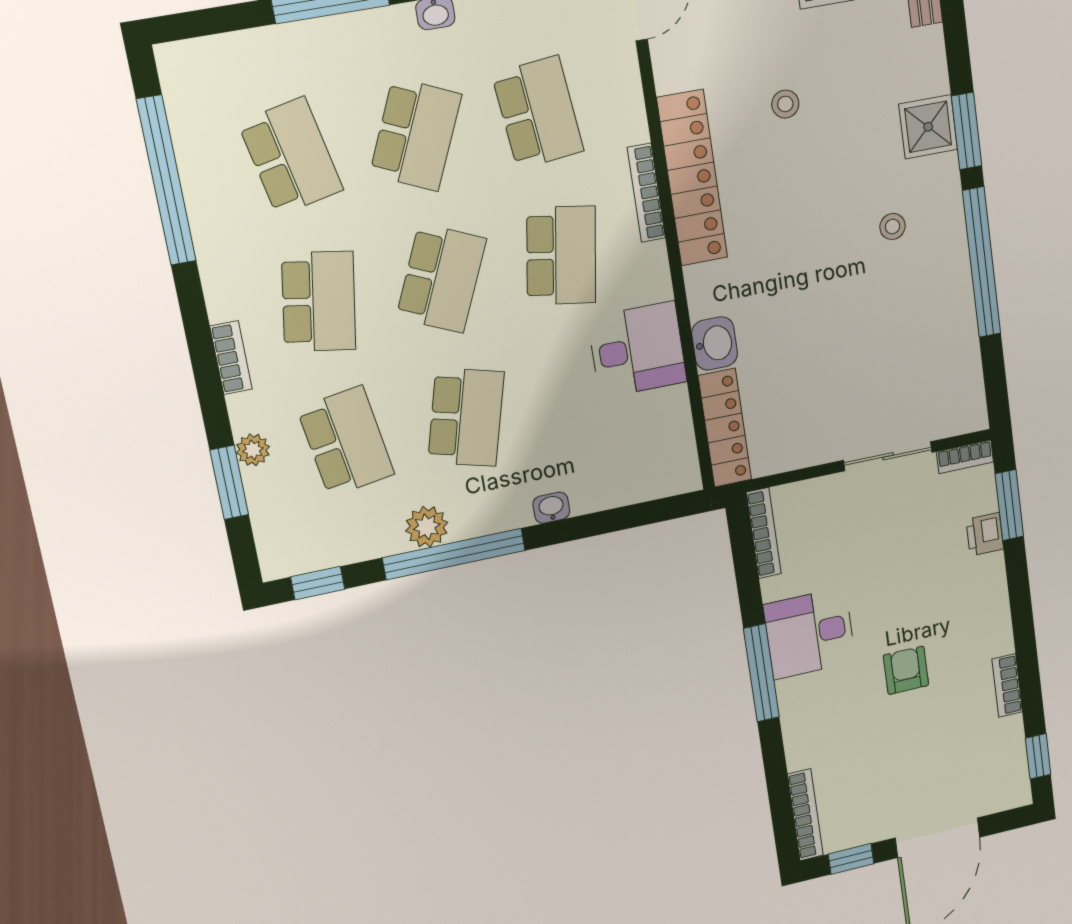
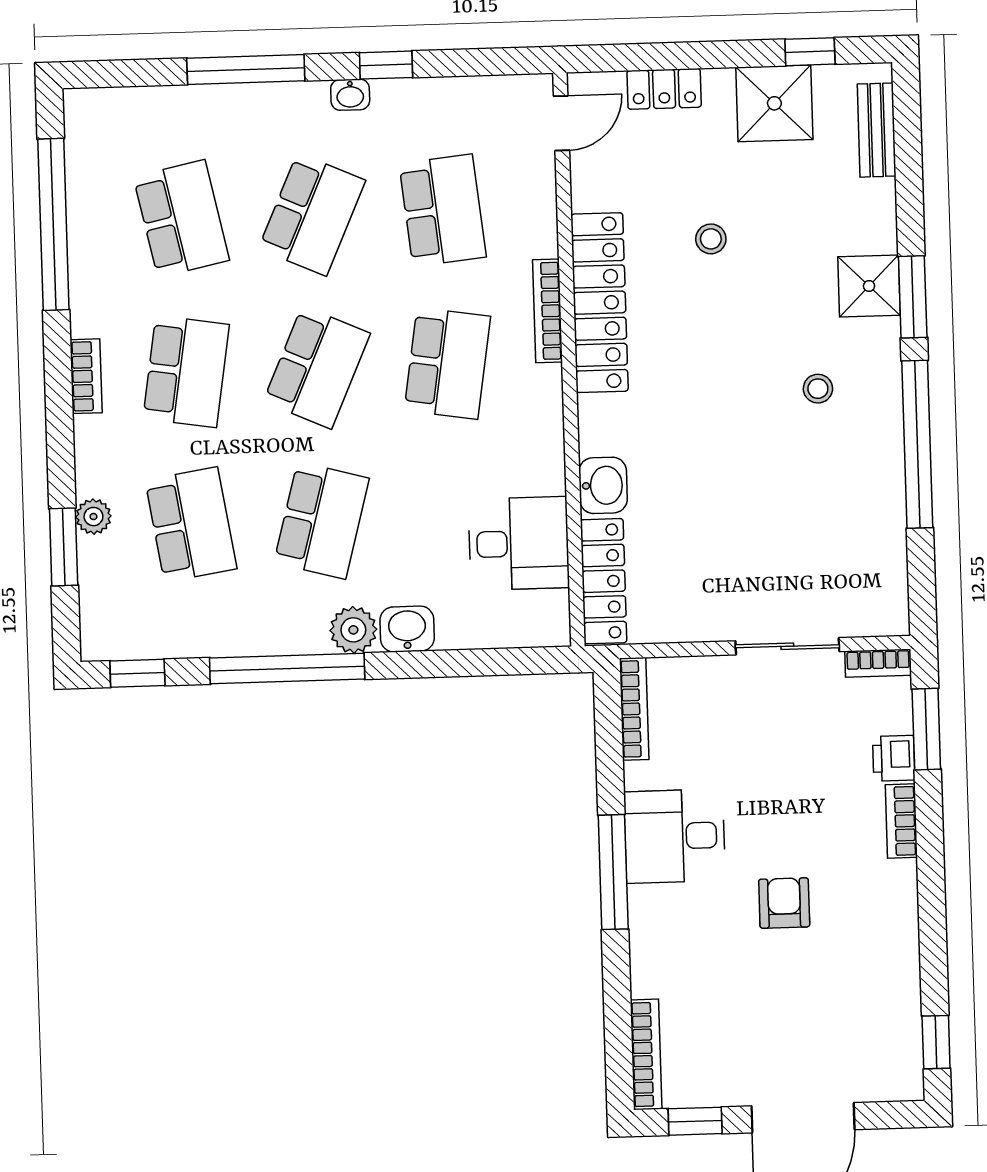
desk: (637, 350) -> (519, 543), moved
bookcase: (231, 358) -> (86, 376), moved
washbasin: (551, 508) -> (407, 629), width x1.38, depth x1.45
plant: (427, 527) -> (353, 630), moved
bookcase: (1007, 685) -> (901, 821), moved

